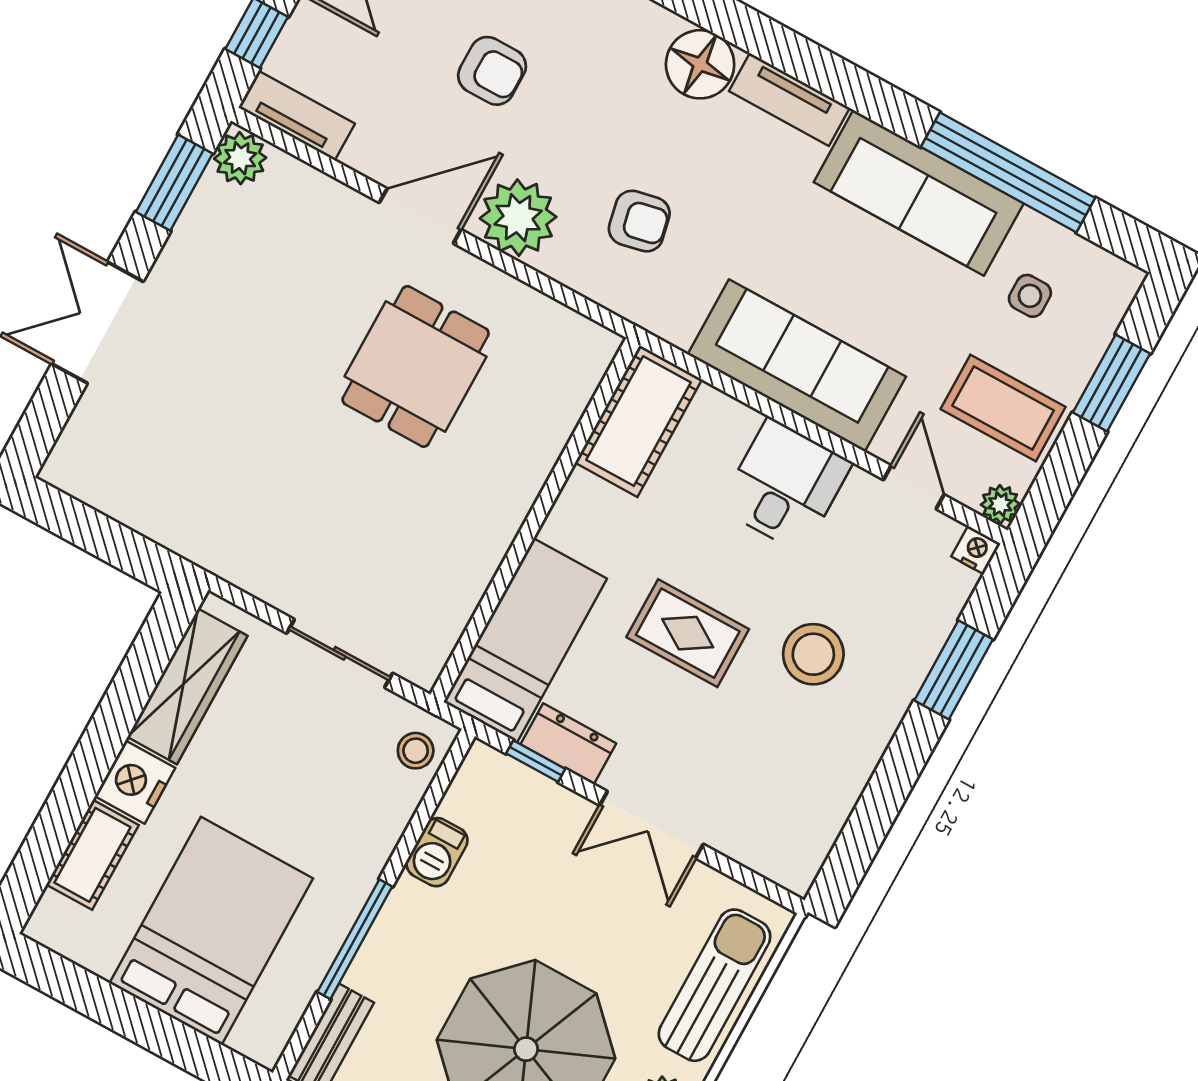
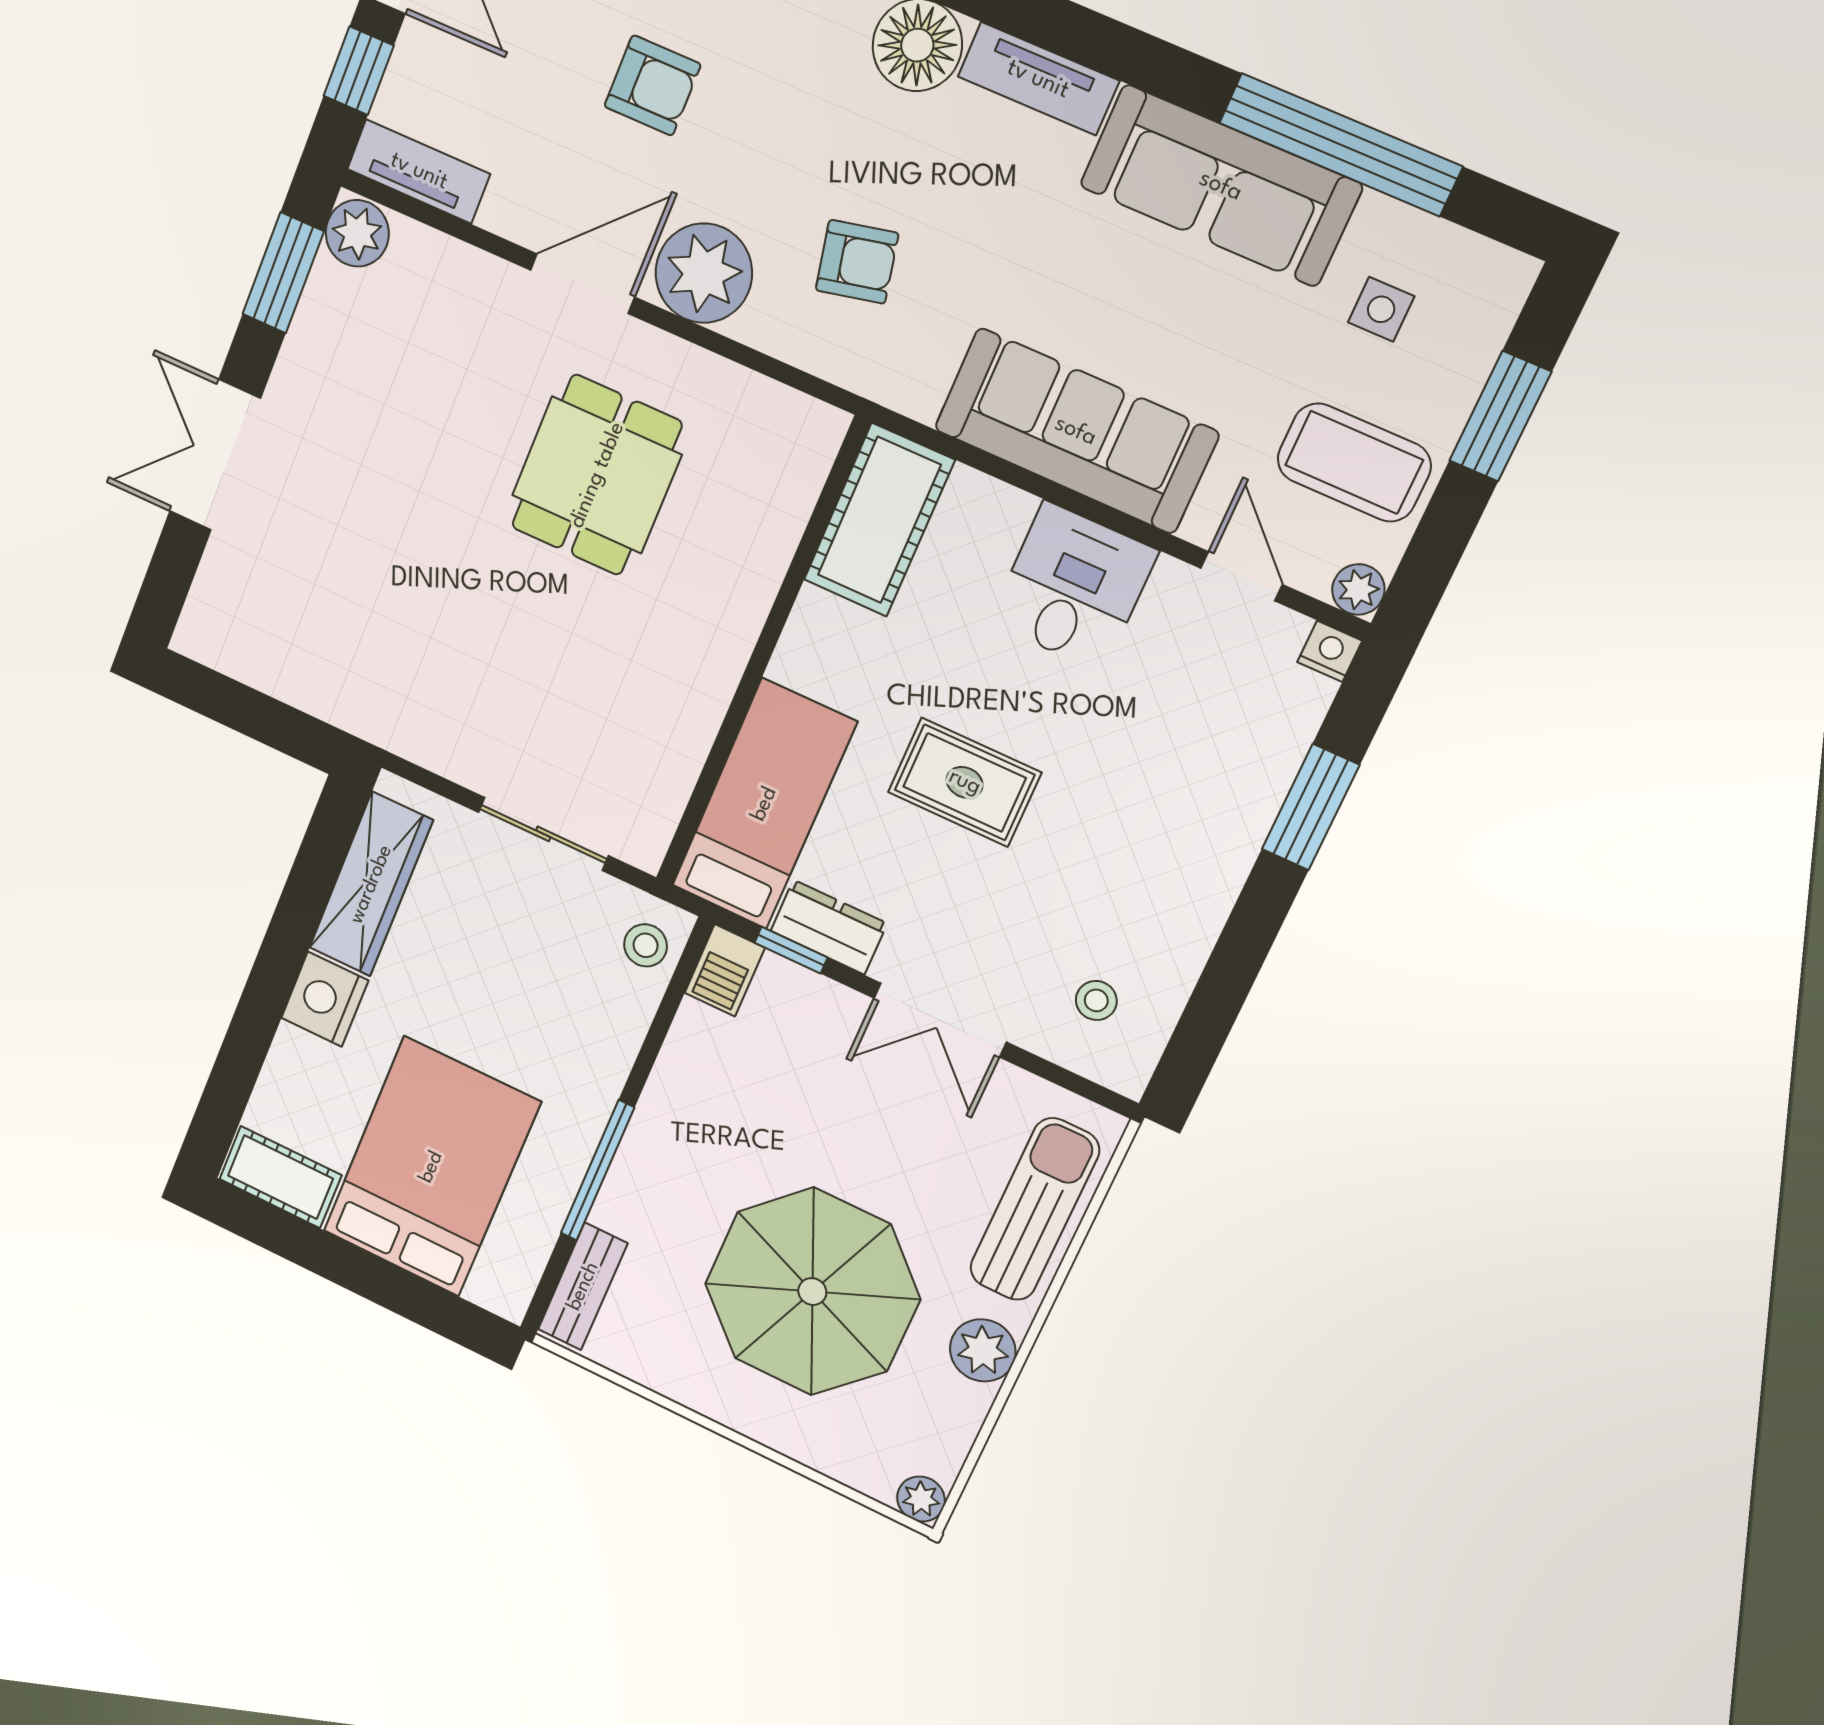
stool: (813, 654) -> (1096, 1000), moved, width x0.53, depth x0.53
barbecue: (437, 852) -> (725, 970), moved
cot: (92, 855) -> (280, 1177), moved, turned 90

